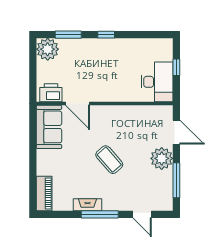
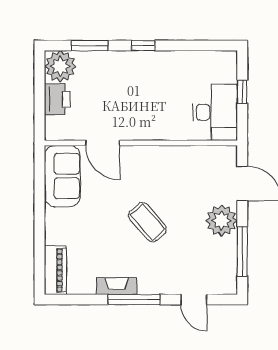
printer: (51, 93) -> (57, 99), moved, turned 90

